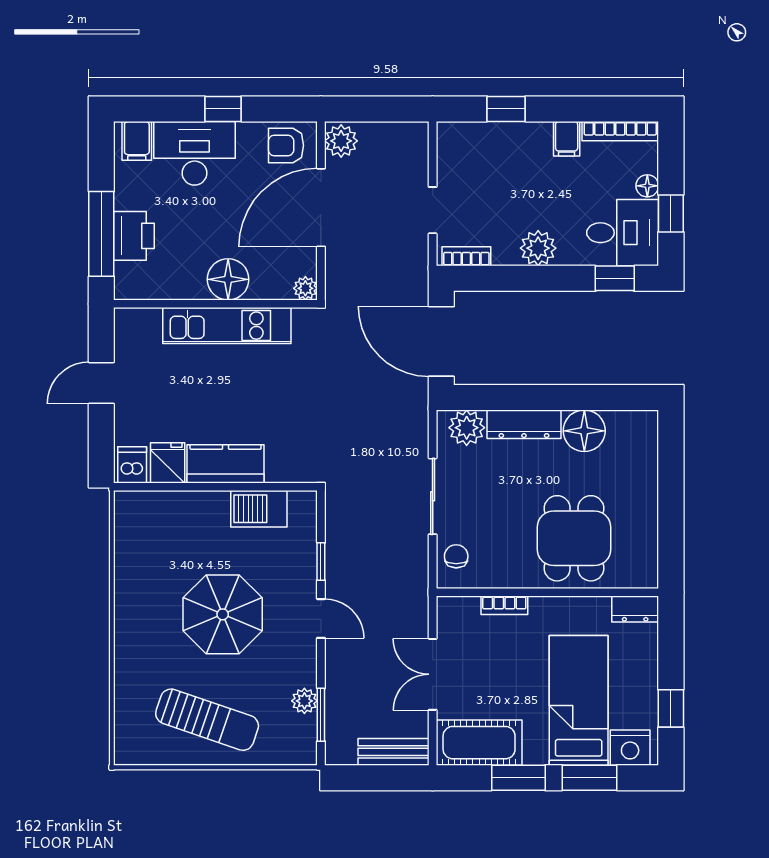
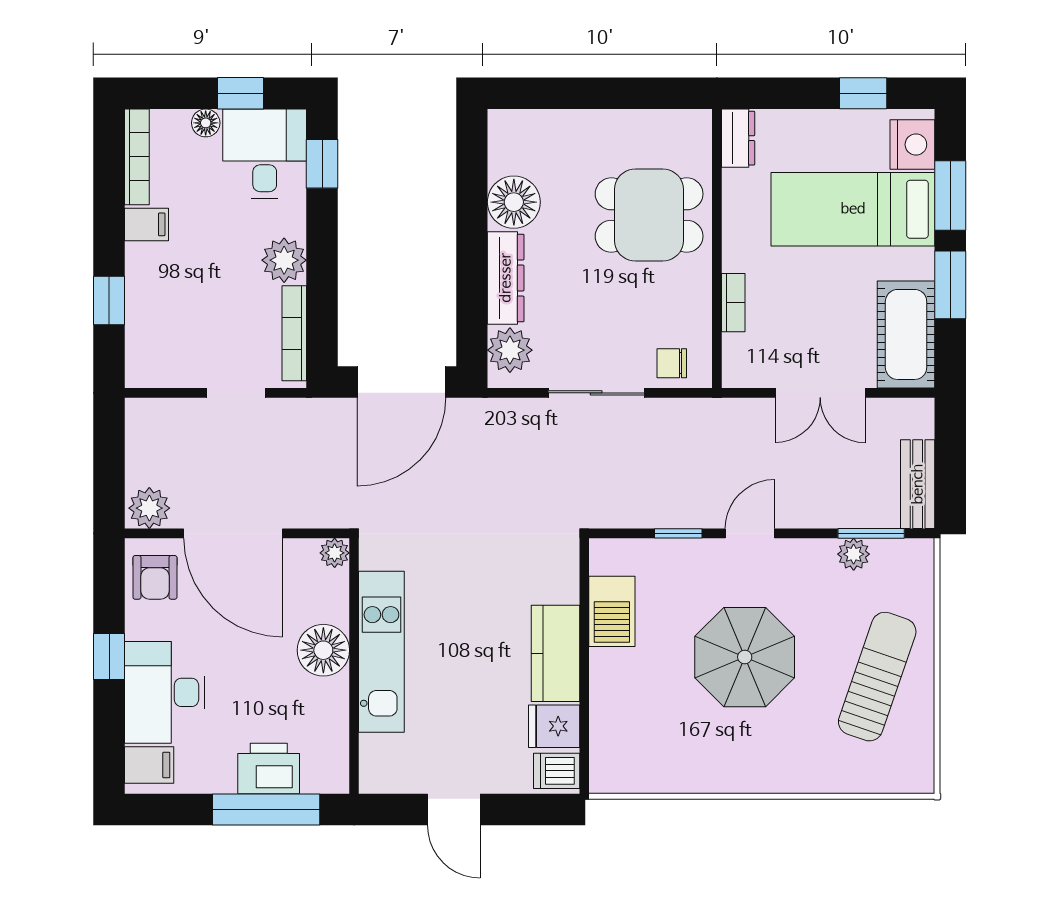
bookcase: (466, 256) -> (294, 333), width x1.56
bench: (393, 752) -> (918, 484), moved

